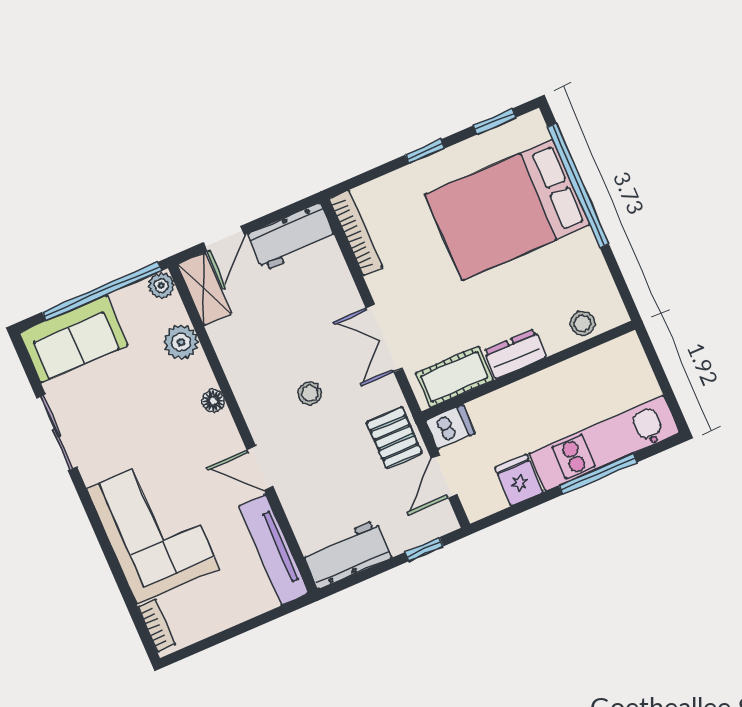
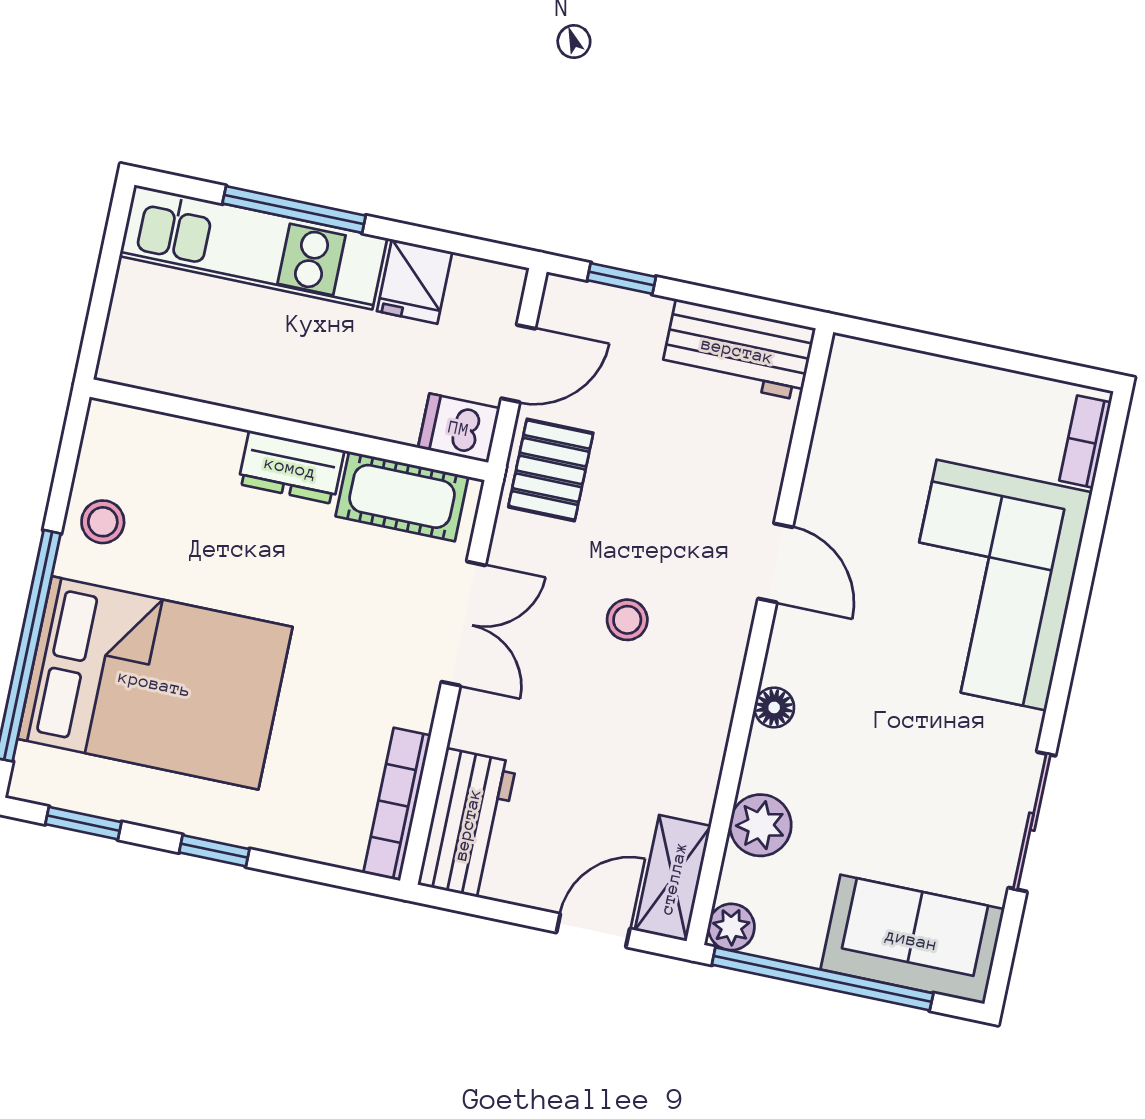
workbench: (292, 237) -> (467, 824), moved, turned 90
stool: (583, 323) -> (103, 522), moved
tv unit: (274, 550) -> (839, 431), removed

